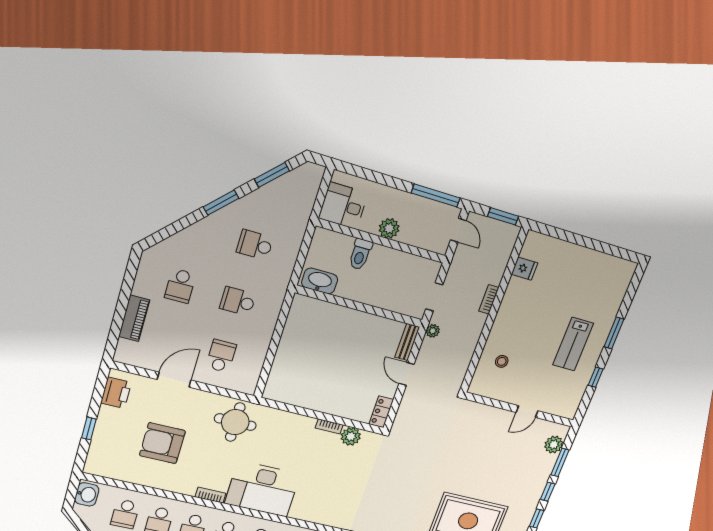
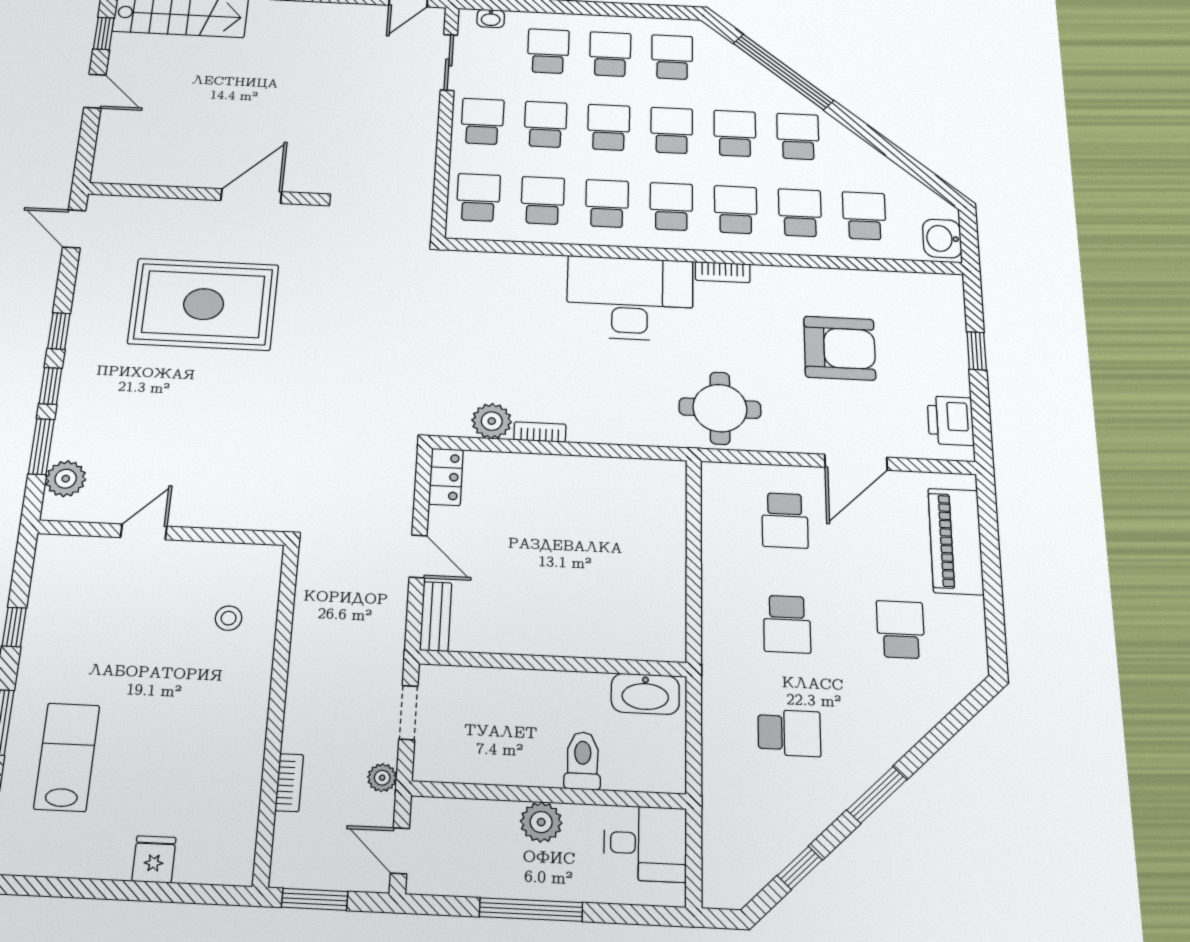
window: (272, 175) -> (800, 868), width x0.67
window: (436, 195) -> (531, 910), moved
fridge: (524, 269) -> (154, 859), moved, turned 90
bookcase: (489, 299) -> (289, 783), moved
school desk: (238, 301) -> (787, 624), turned 90
piano: (134, 318) -> (956, 541), width x1.37, depth x1.33
plant: (433, 331) -> (382, 778), moved
lab bench: (573, 344) -> (67, 757), moved

